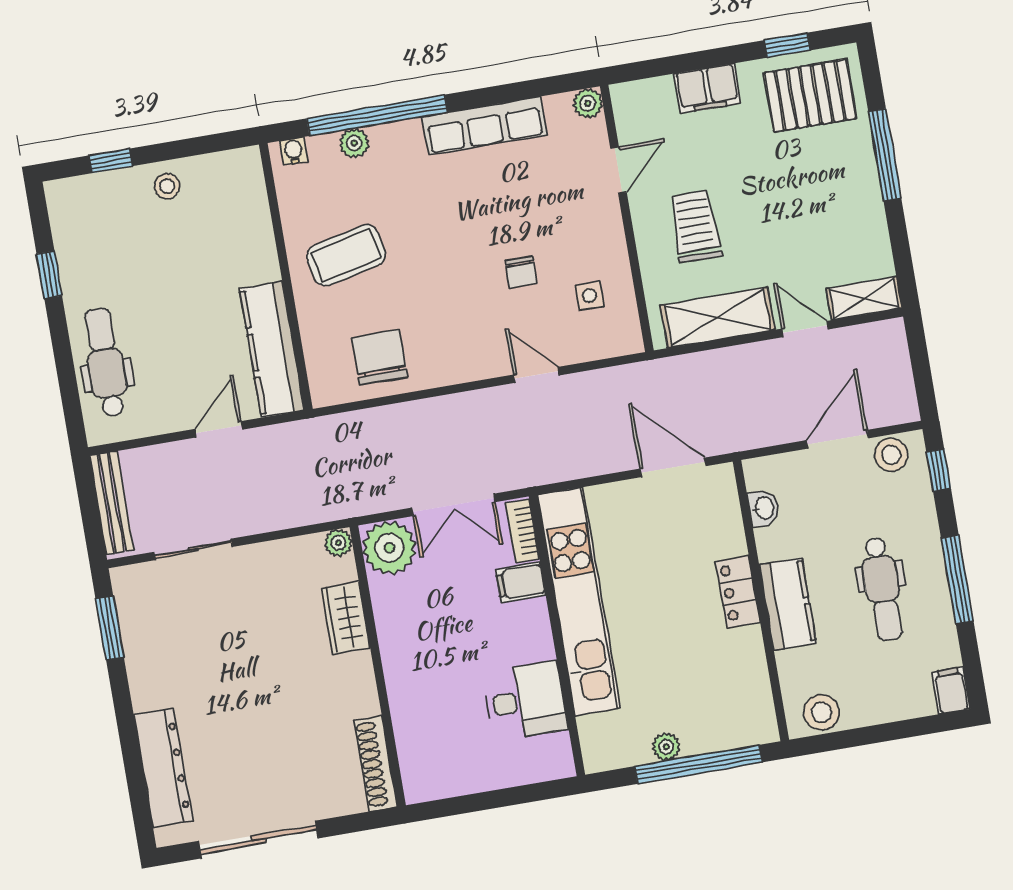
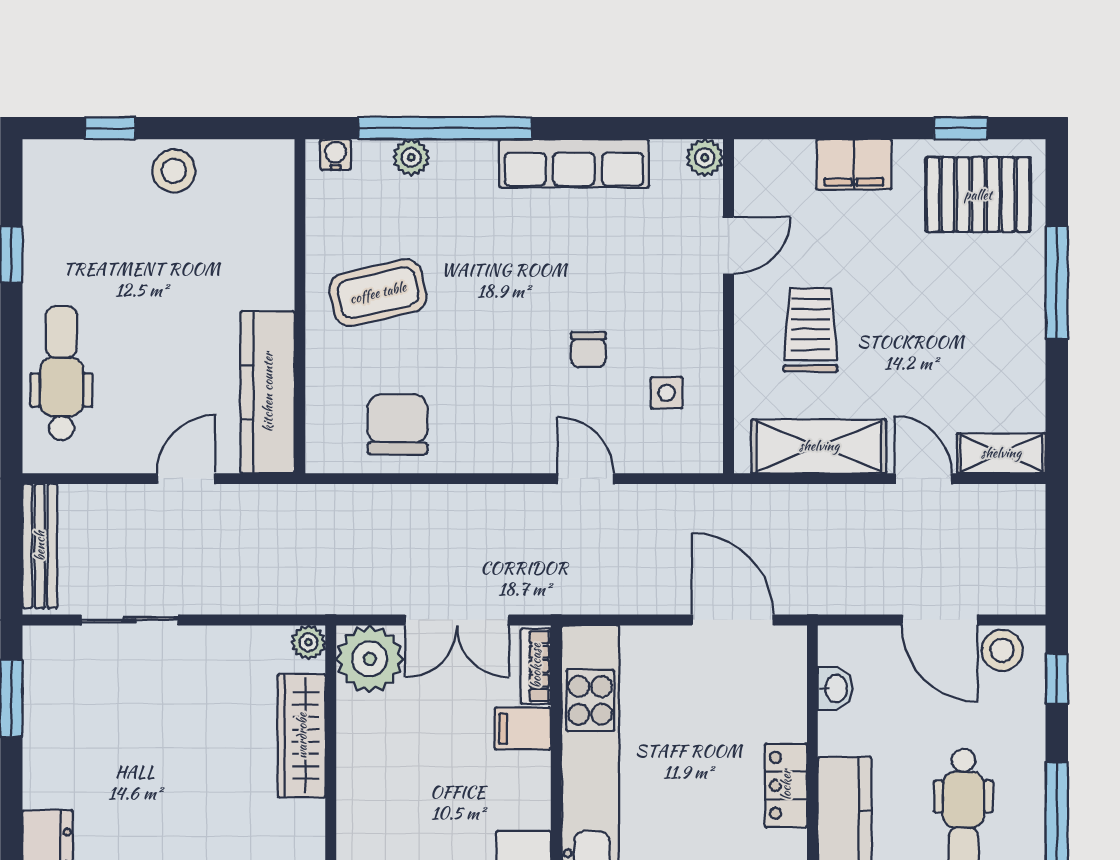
stool: (167, 186) -> (174, 171), width x1.37, depth x1.37
door: (837, 439) -> (940, 620), swing flipped
wardrobe: (346, 618) -> (302, 736), width x1.50

